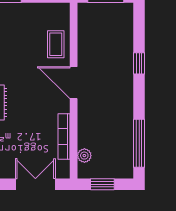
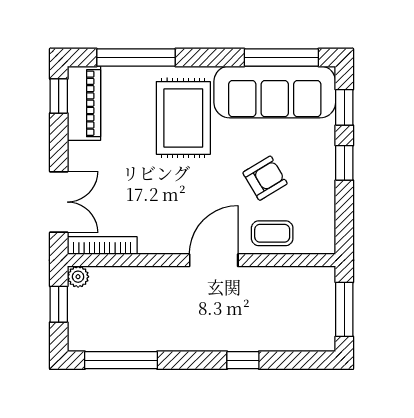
armchair: (20, 49) -> (265, 178), added
bookcase: (64, 137) -> (102, 246), moved
plant: (84, 156) -> (78, 277), moved

